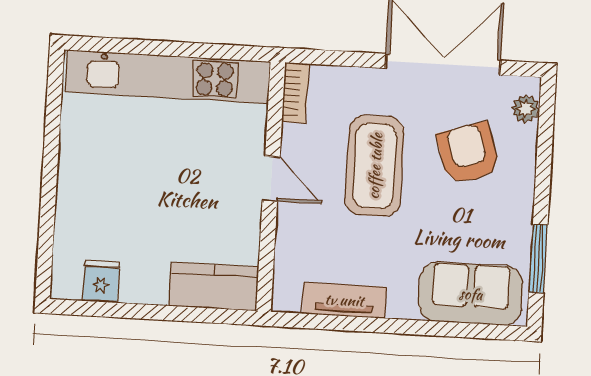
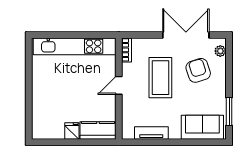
door: (271, 179) -> (119, 85), swing flipped
fridge: (101, 281) -> (72, 131), moved

